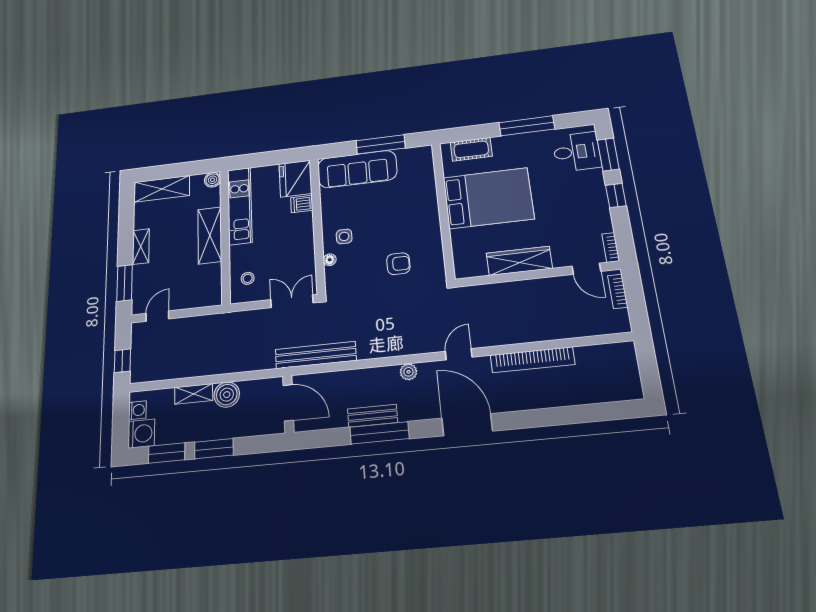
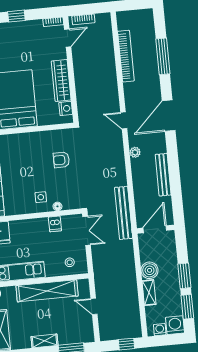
dishwasher: (302, 204) -> (55, 224), moved
shelving: (210, 235) -> (47, 291), width x1.47
armchair: (398, 264) -> (61, 160), turned -90
nightstand: (476, 268) -> (66, 108), added
double door: (292, 301) -> (87, 231), swing flipped
door: (157, 316) -> (94, 306), moved
bookcase: (532, 360) -> (126, 56), moved
bench: (372, 416) -> (163, 175), width x1.36
window: (379, 433) -> (163, 56), moved

